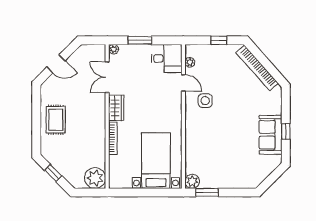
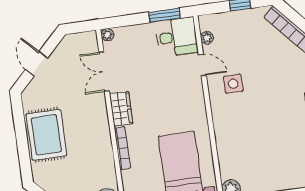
window: (140, 40) -> (165, 15), moved
door: (56, 64) -> (37, 64), swing flipped
rug: (56, 120) -> (46, 135), width x1.36, depth x1.43

